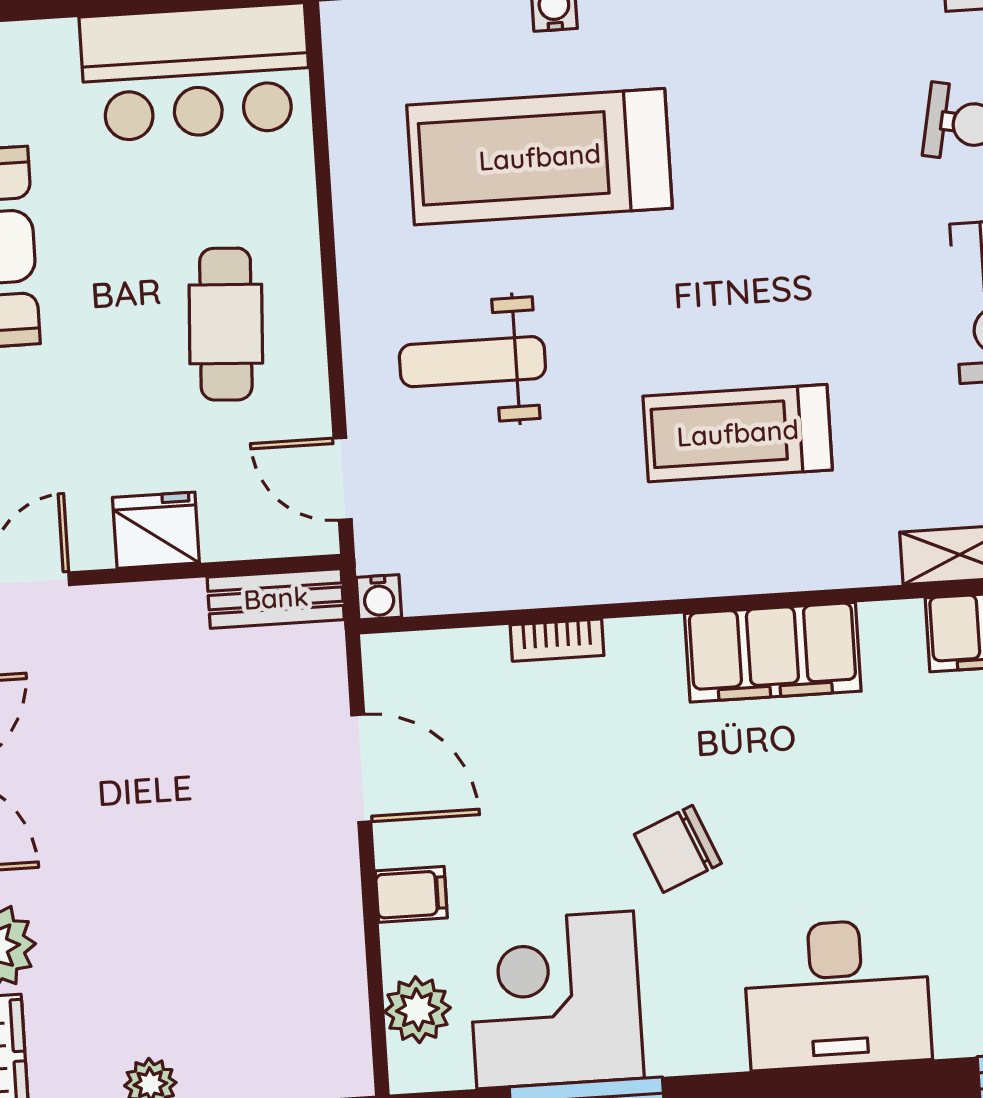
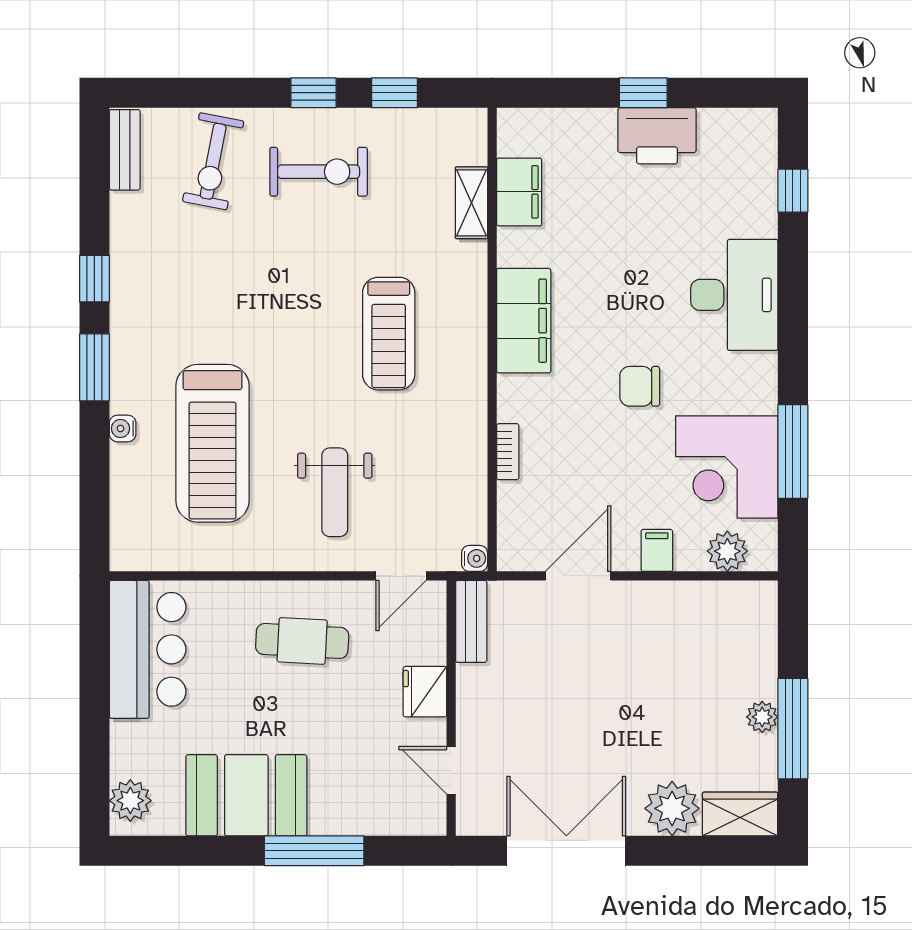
chair: (678, 849) -> (640, 386), turned 113

